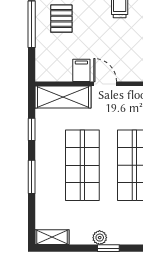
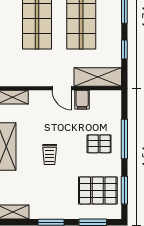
pallet: (61, 19) -> (99, 144), turned 90

